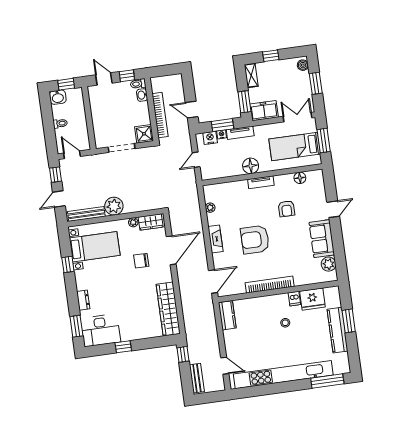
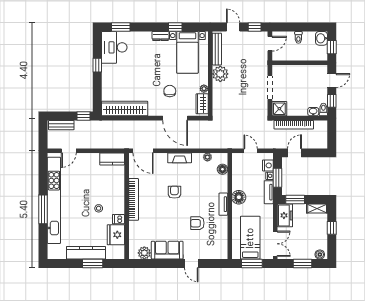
floor lamp: (300, 178) -> (222, 169), moved
armchair: (255, 240) -> (174, 192), width x0.53, depth x0.53
dresser: (83, 300) -> (161, 36), moved
window: (327, 381) -> (43, 209), moved

